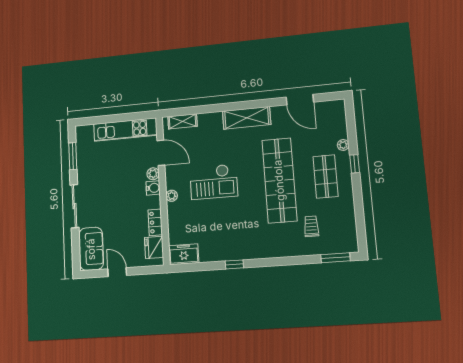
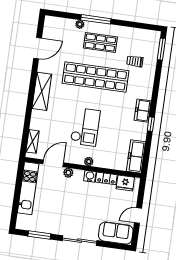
window: (355, 164) -> (96, 19), width x2.17
water cooler: (153, 188) -> (90, 176), moved
freezer: (250, 250) -> (143, 111), added
freezer: (184, 254) -> (136, 156), width x1.40

